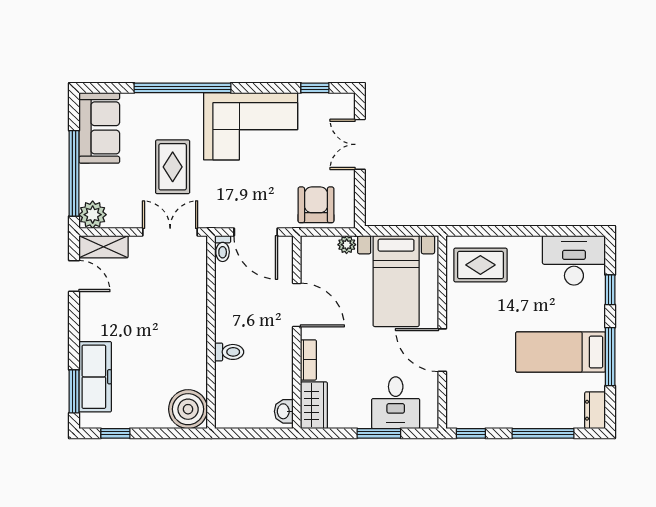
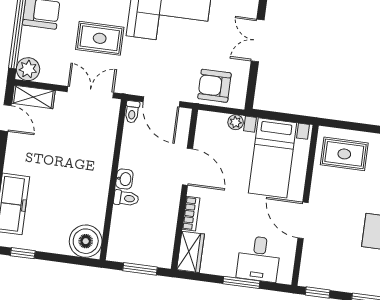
rug: (173, 167) -> (100, 38), turned 90
armchair: (316, 205) -> (214, 86), turned -90
washbasin: (284, 411) -> (124, 179), moved, turned 180
window: (257, 433) -> (140, 269), added

